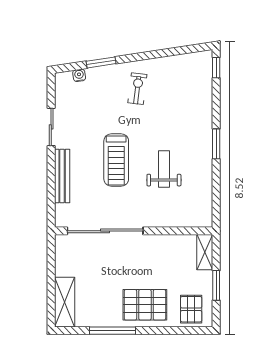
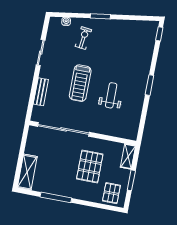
window: (101, 62) -> (100, 16), moved
exercise bike: (137, 89) -> (83, 38), moved
bench: (62, 176) -> (41, 92), width x0.73
pallet: (145, 305) -> (90, 167), moved, turned 90

